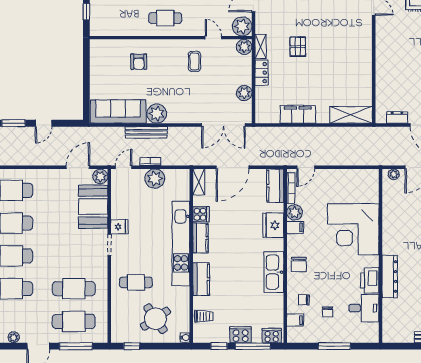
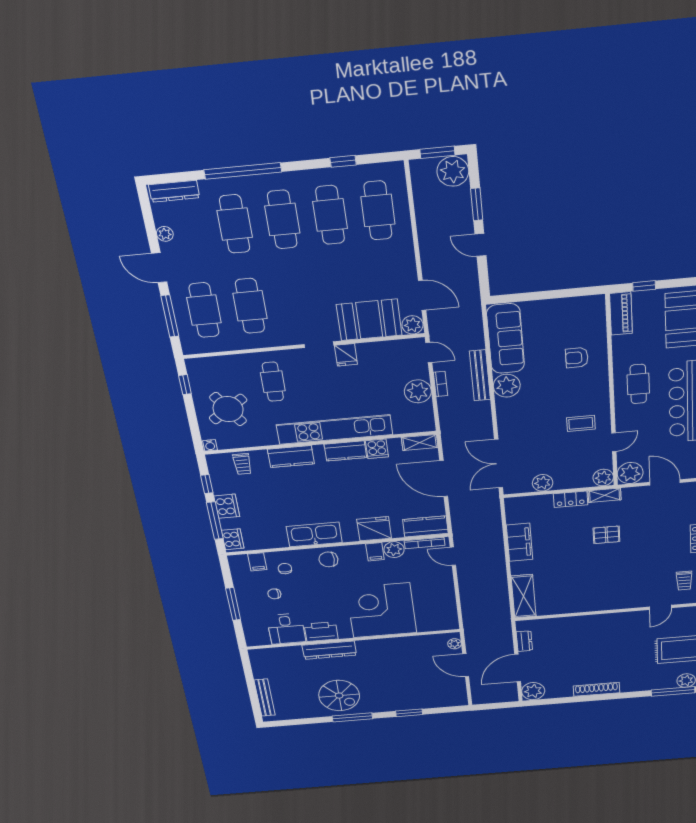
piano: (106, 29) -> (621, 314), added

